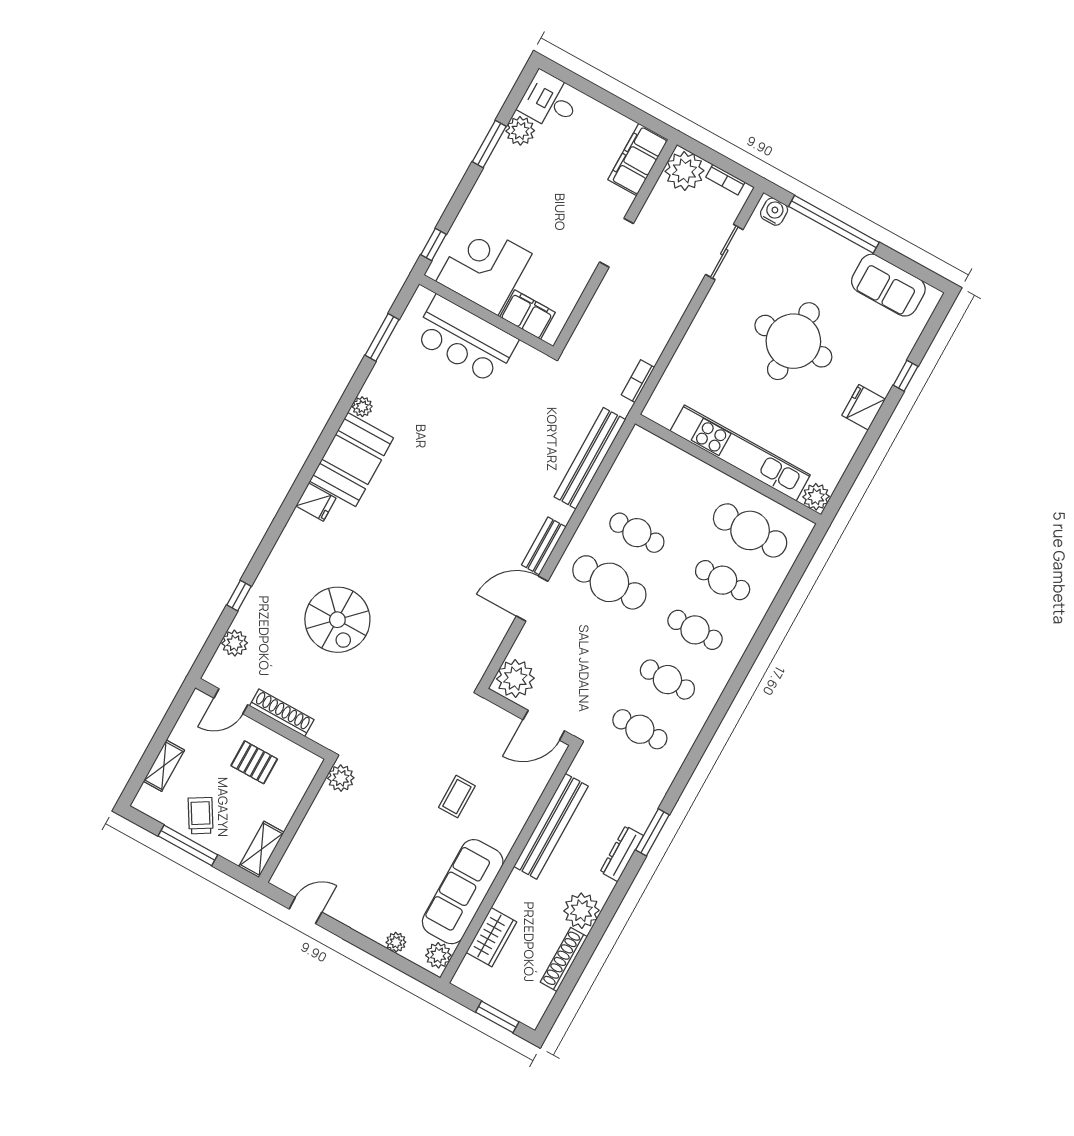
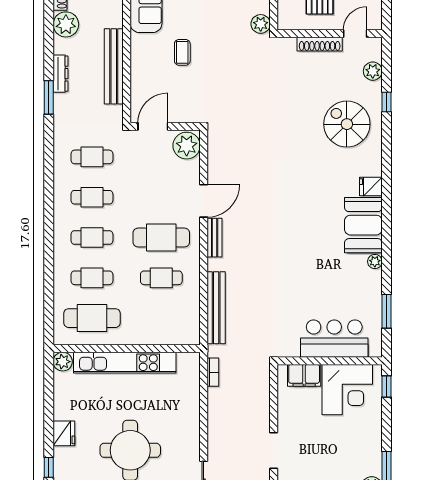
spiral stairs: (337, 620) -> (347, 124), moved

